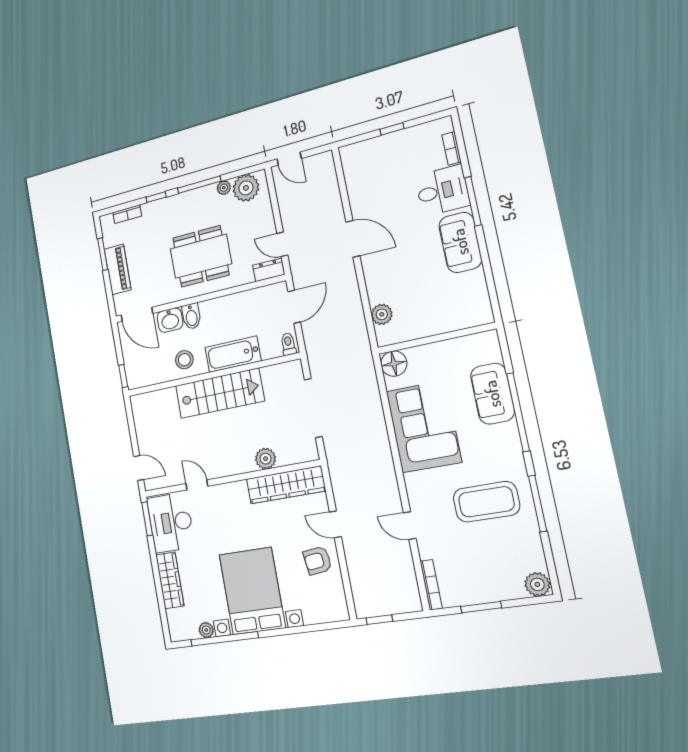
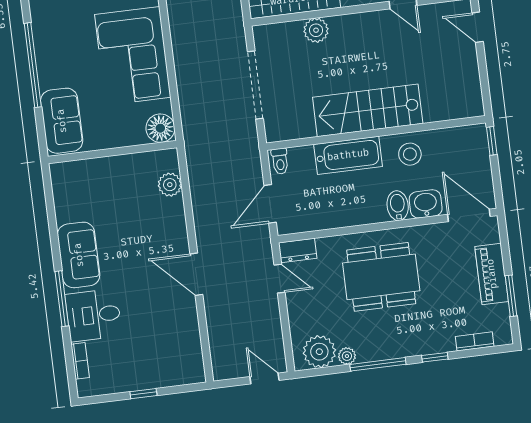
sofa: (492, 394) -> (62, 121), moved

